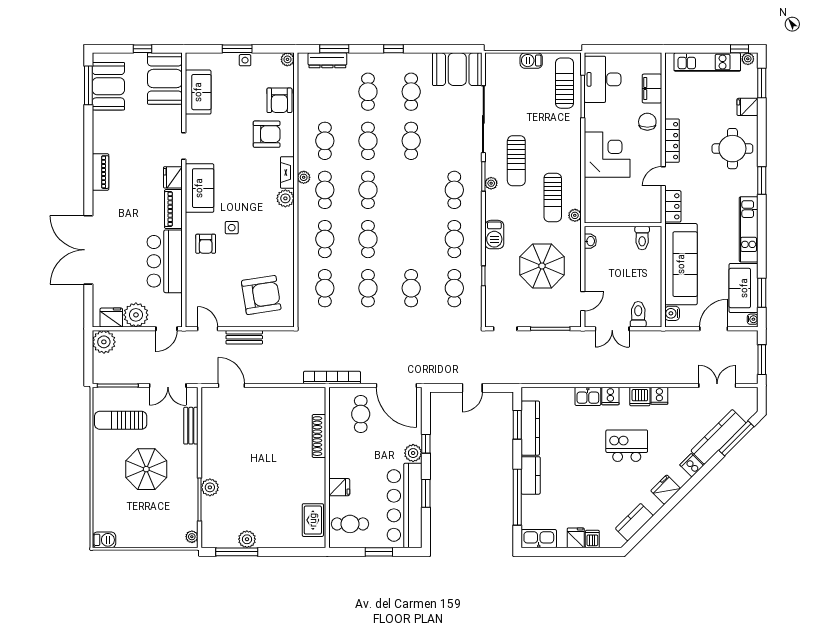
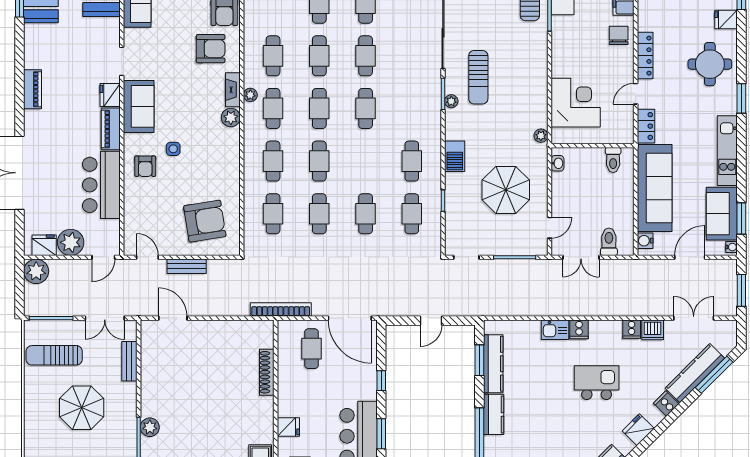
corner desk: (607, 155) -> (576, 103), moved
cafe table: (454, 190) -> (366, 108), moved
sun lounger: (553, 198) -> (517, 117), removed
dishwasher: (640, 396) -> (653, 330), moved
plant: (413, 453) -> (368, 390), removed

